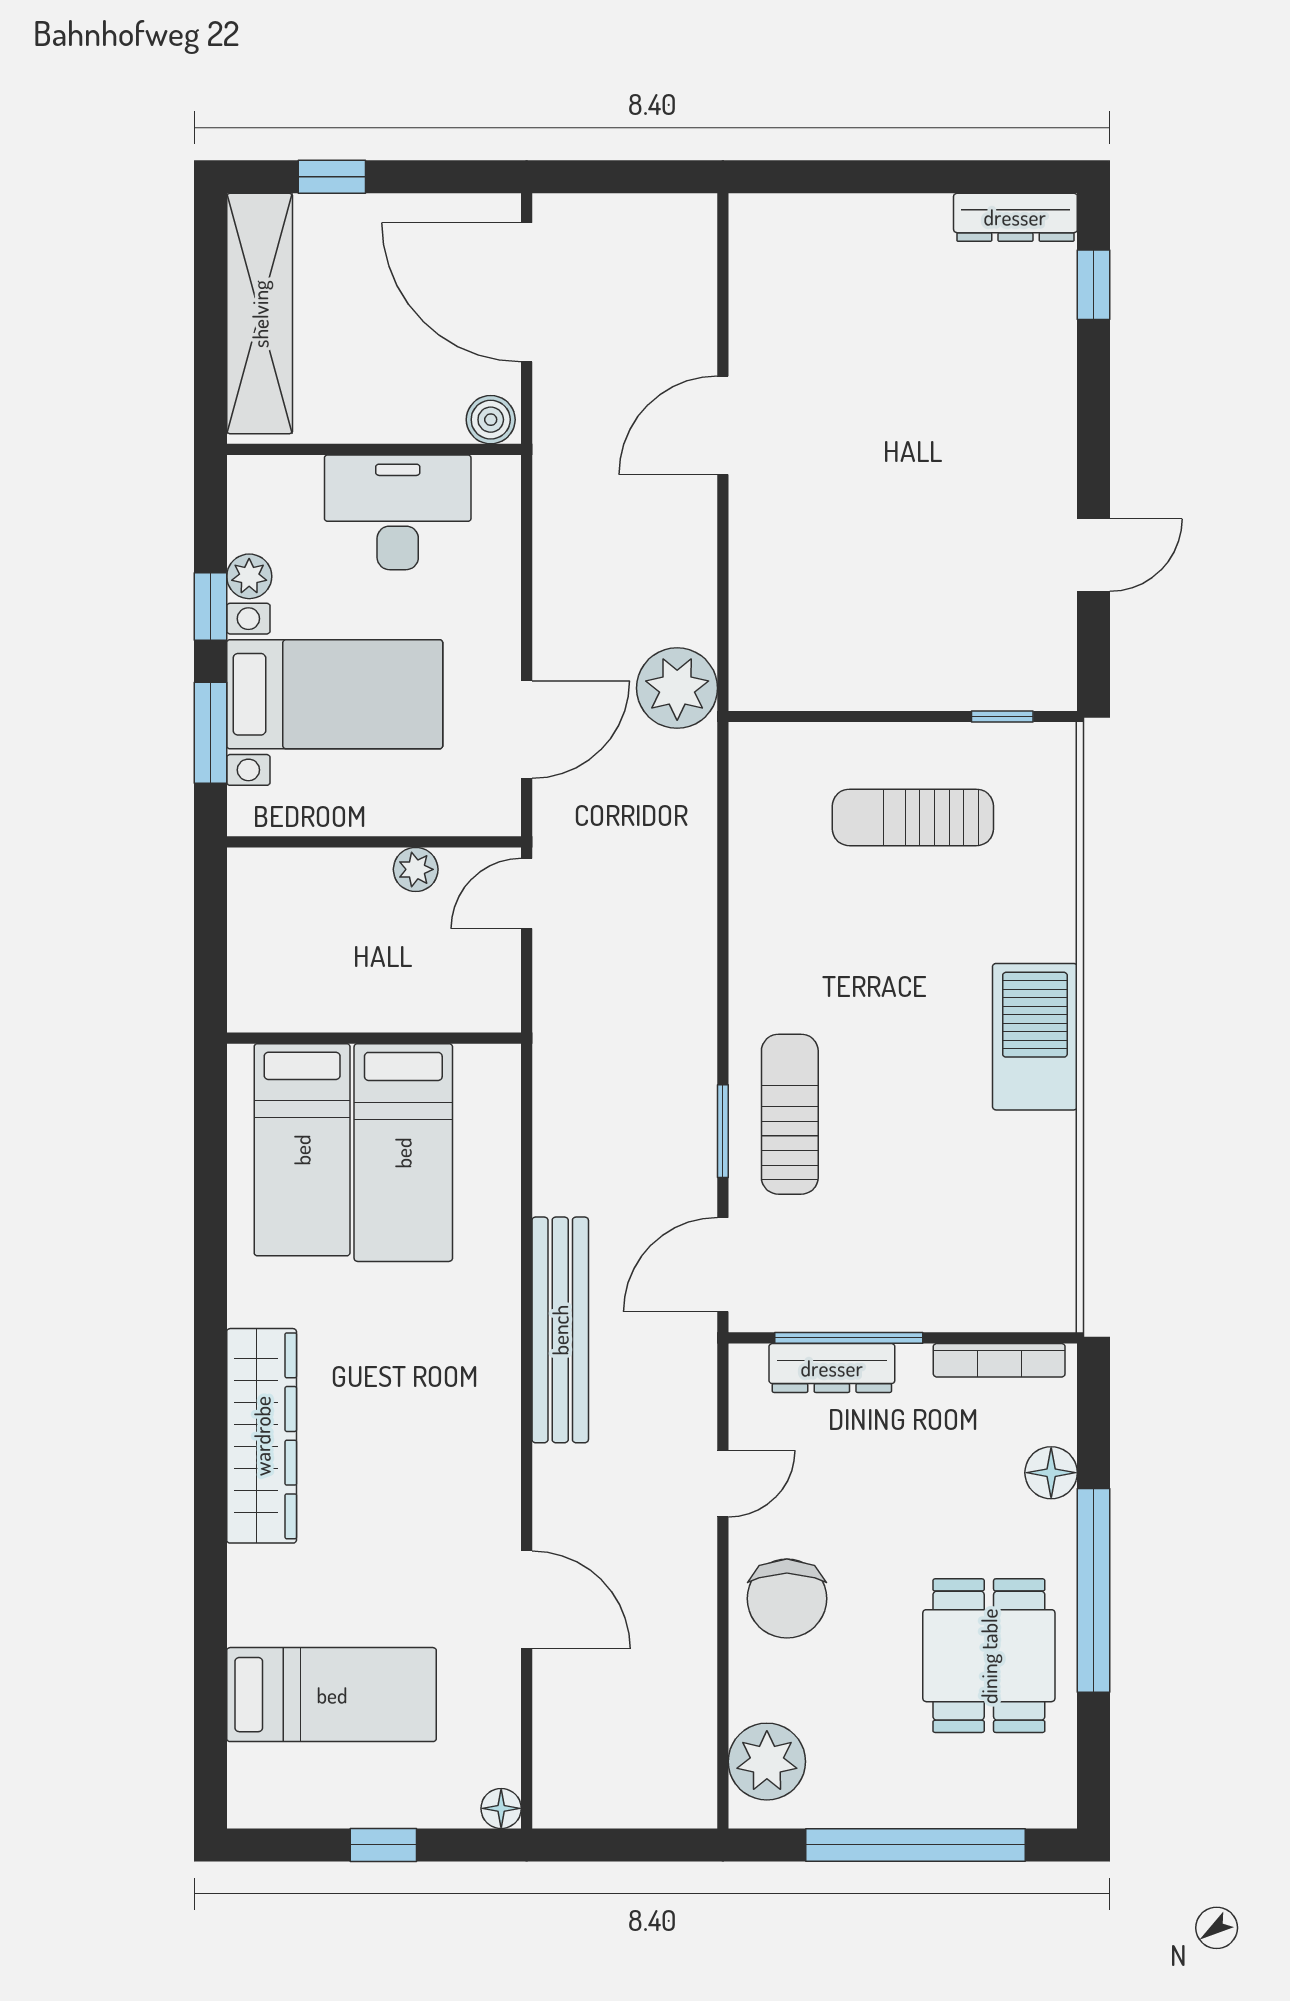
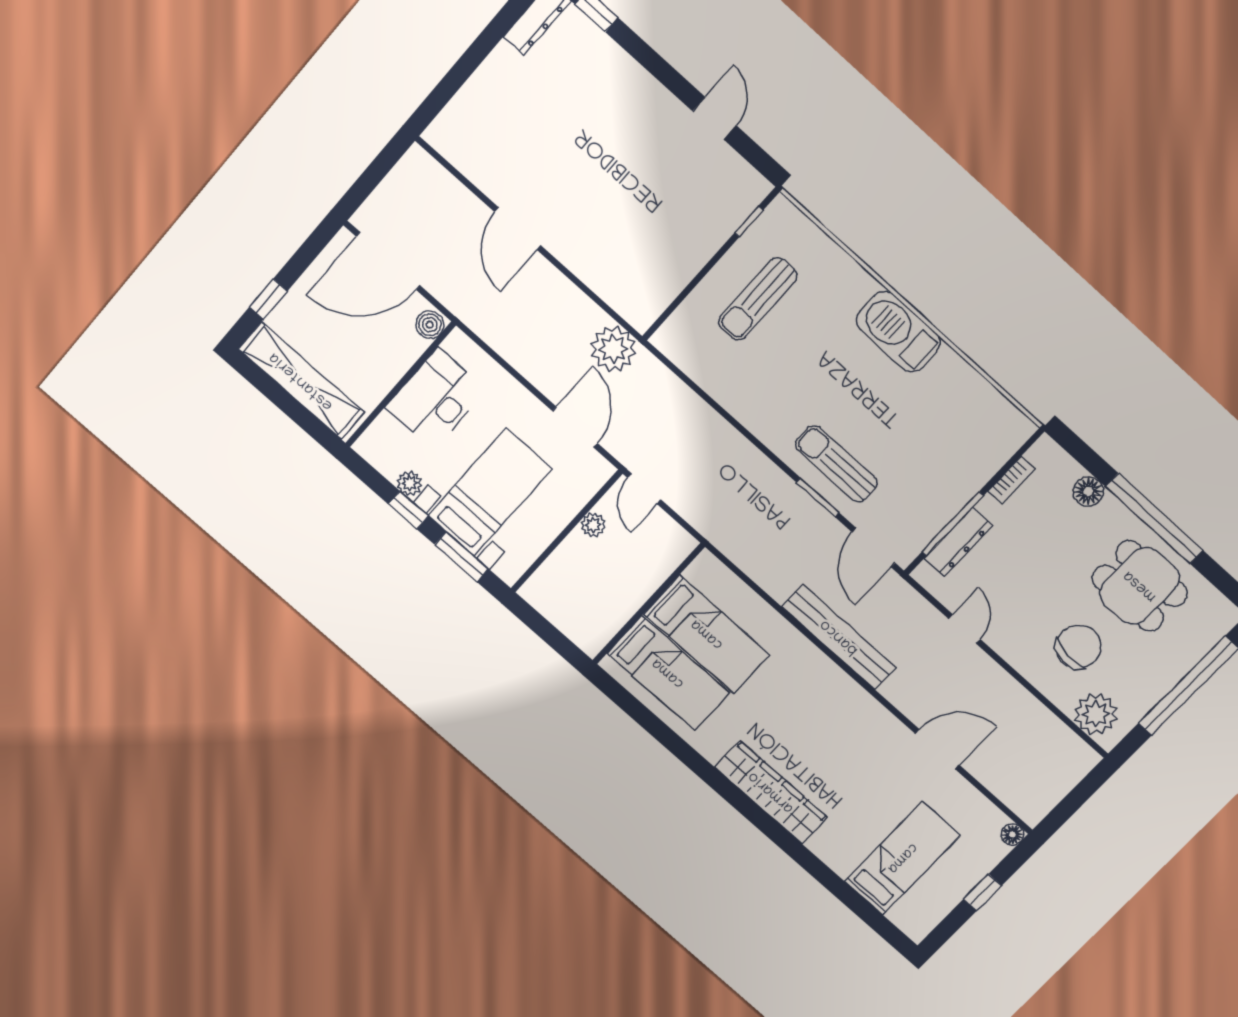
bookcase: (999, 1360) -> (1011, 480), width x0.64
chair: (787, 1599) -> (1078, 647), moved, turned -85

